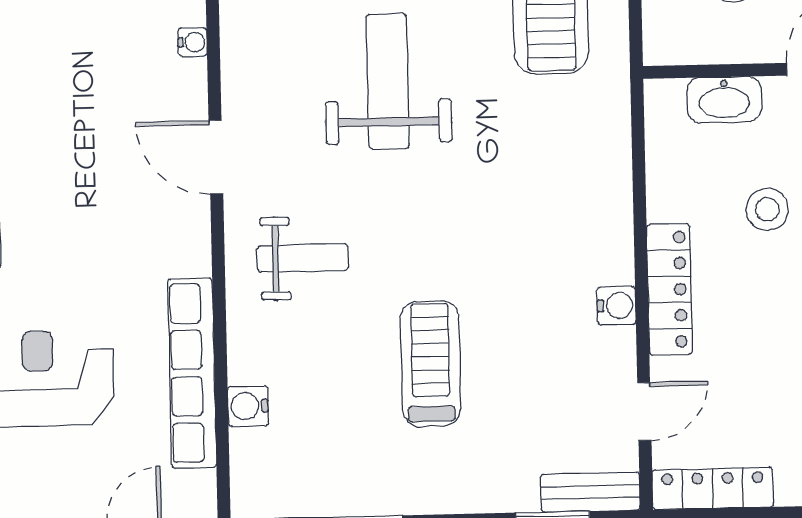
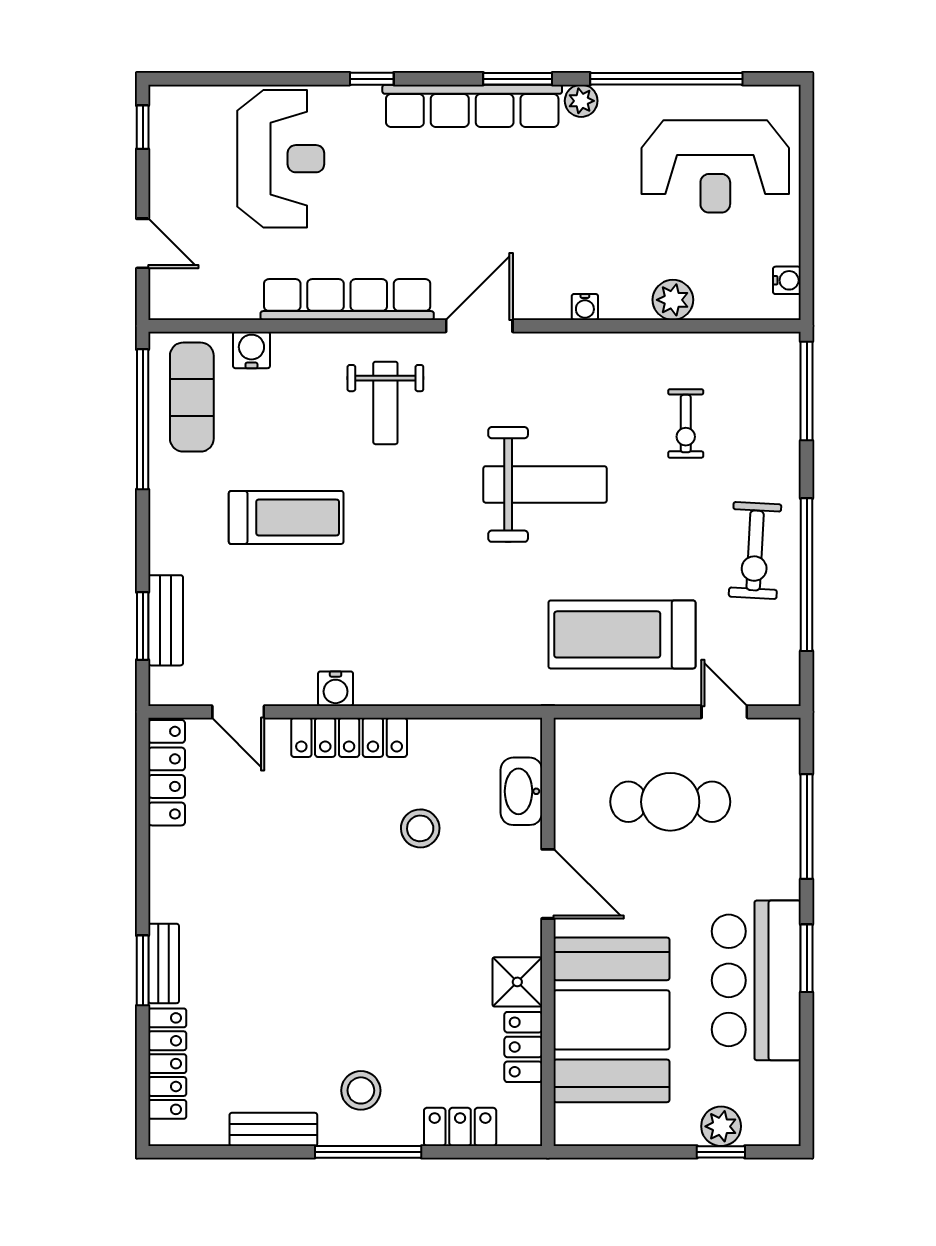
row of seats: (192, 373) -> (347, 300), moved
exercise mat: (301, 470) -> (192, 397), added
bench: (590, 492) -> (166, 620), moved

